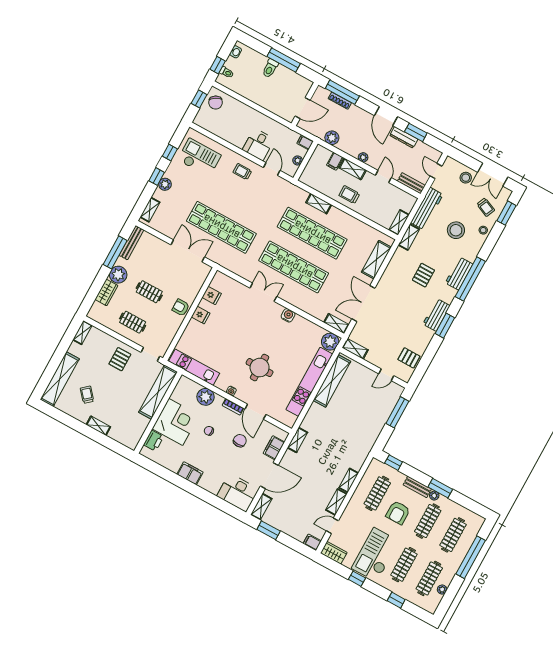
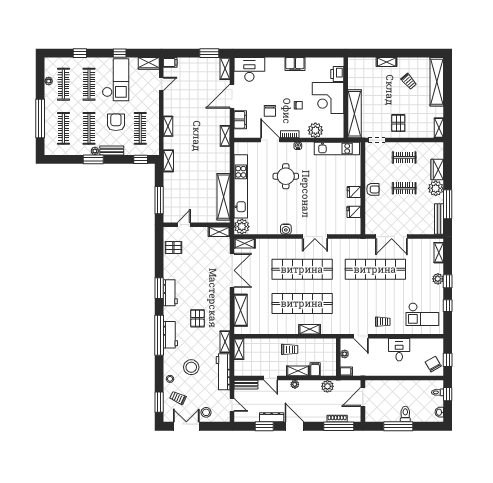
desk: (258, 144) -> (399, 350), moved
shelving: (336, 502) -> (168, 161), moved

